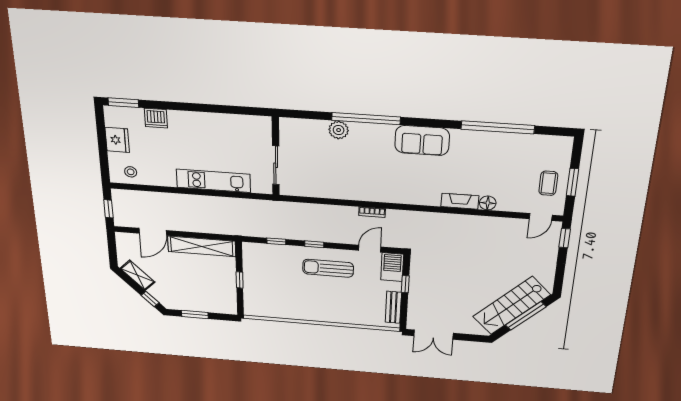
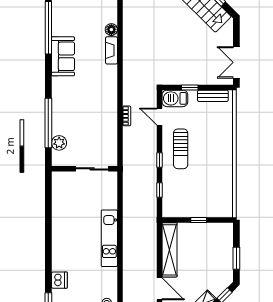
sofa: (422, 140) -> (63, 56), moved
wall: (276, 156) -> (85, 169), moved
sliding door: (276, 165) -> (92, 169), moved
double door: (433, 335) -> (236, 62), swing flipped

